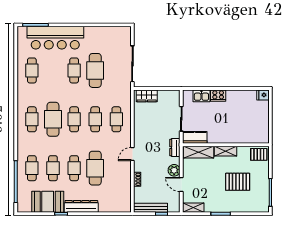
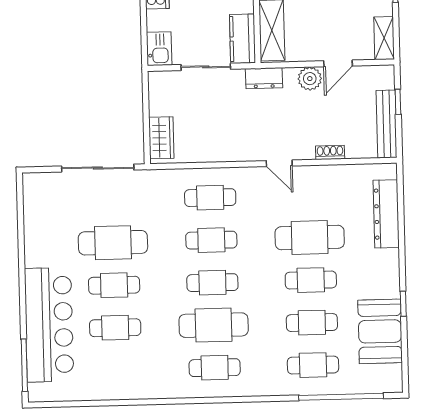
cafe table: (32, 70) -> (115, 328), moved
kitchen sink: (201, 96) -> (159, 49), moved
dresser: (81, 206) -> (386, 214), moved

